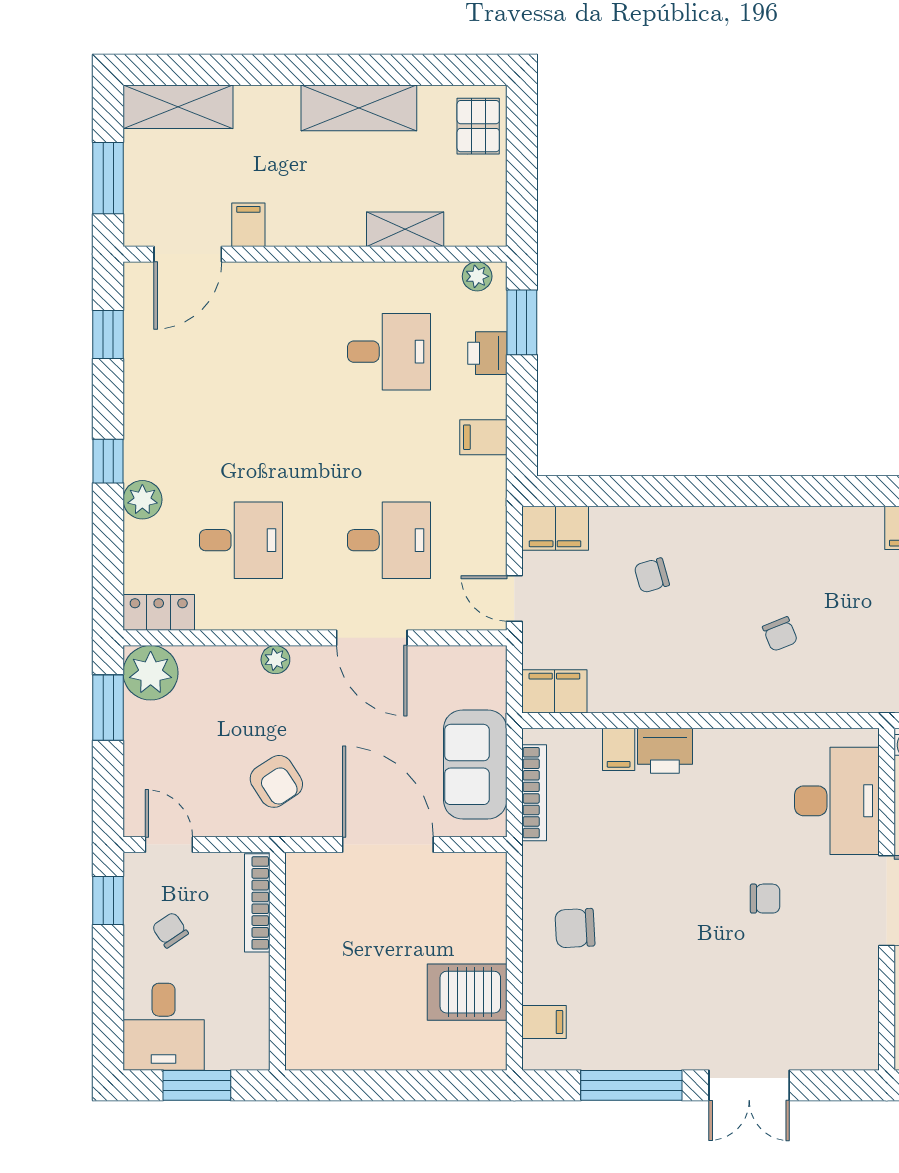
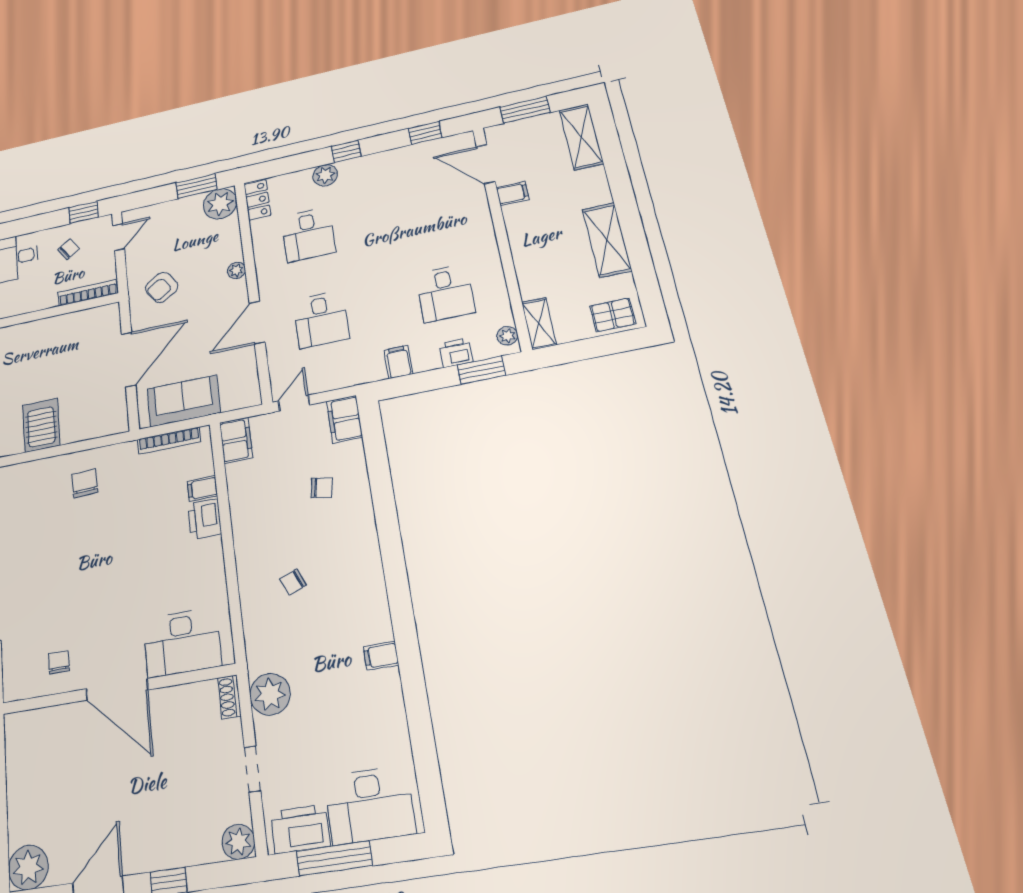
shelving: (405, 229) -> (539, 324), moved
chair: (652, 575) -> (322, 488), turned 116
chair: (765, 899) -> (59, 662), moved, turned 180
filing cabinet: (544, 1022) -> (25, 476), removed

